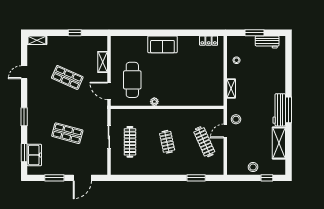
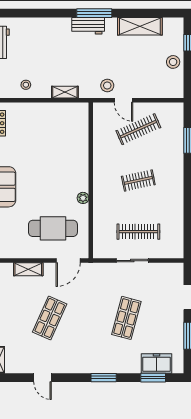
workbench: (279, 110) -> (88, 26), width x0.73

